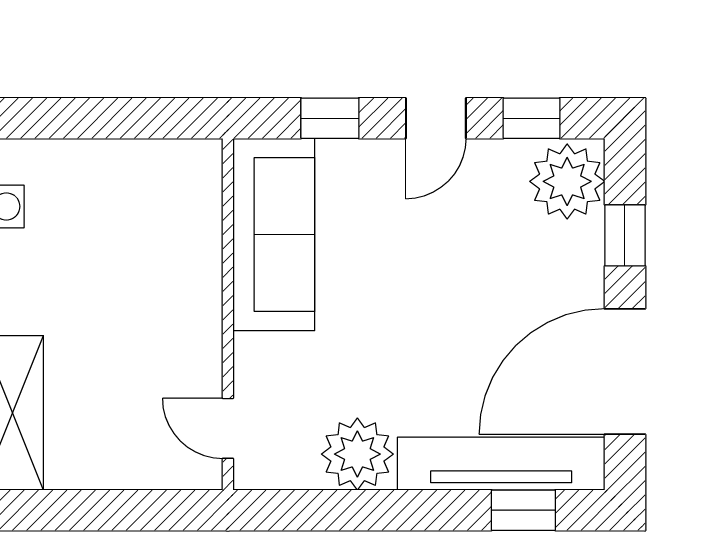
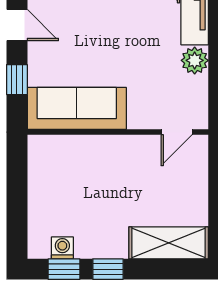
plant: (357, 454) -> (195, 60), width x0.73, depth x0.73

